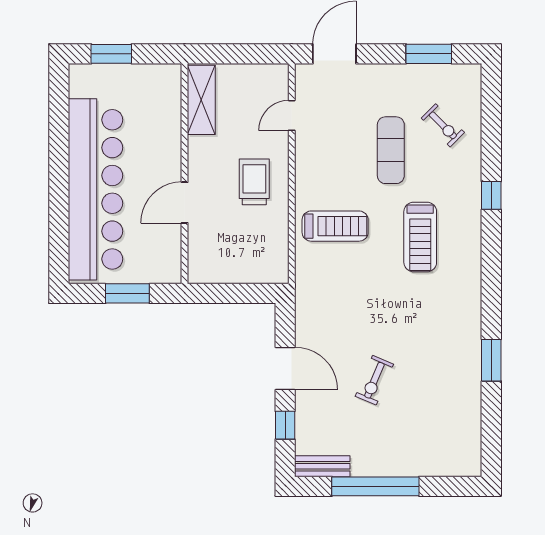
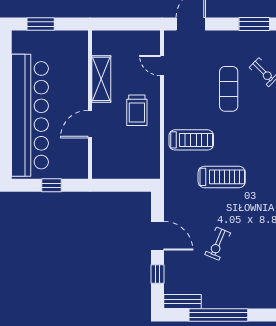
shelving: (201, 100) -> (101, 79), moved
door: (292, 115) -> (162, 65), hinge flipped
trolley: (254, 182) -> (137, 110), turned 180
treadmill: (420, 237) -> (222, 177), moved, turned -90
window: (127, 293) -> (52, 185), width x0.67

